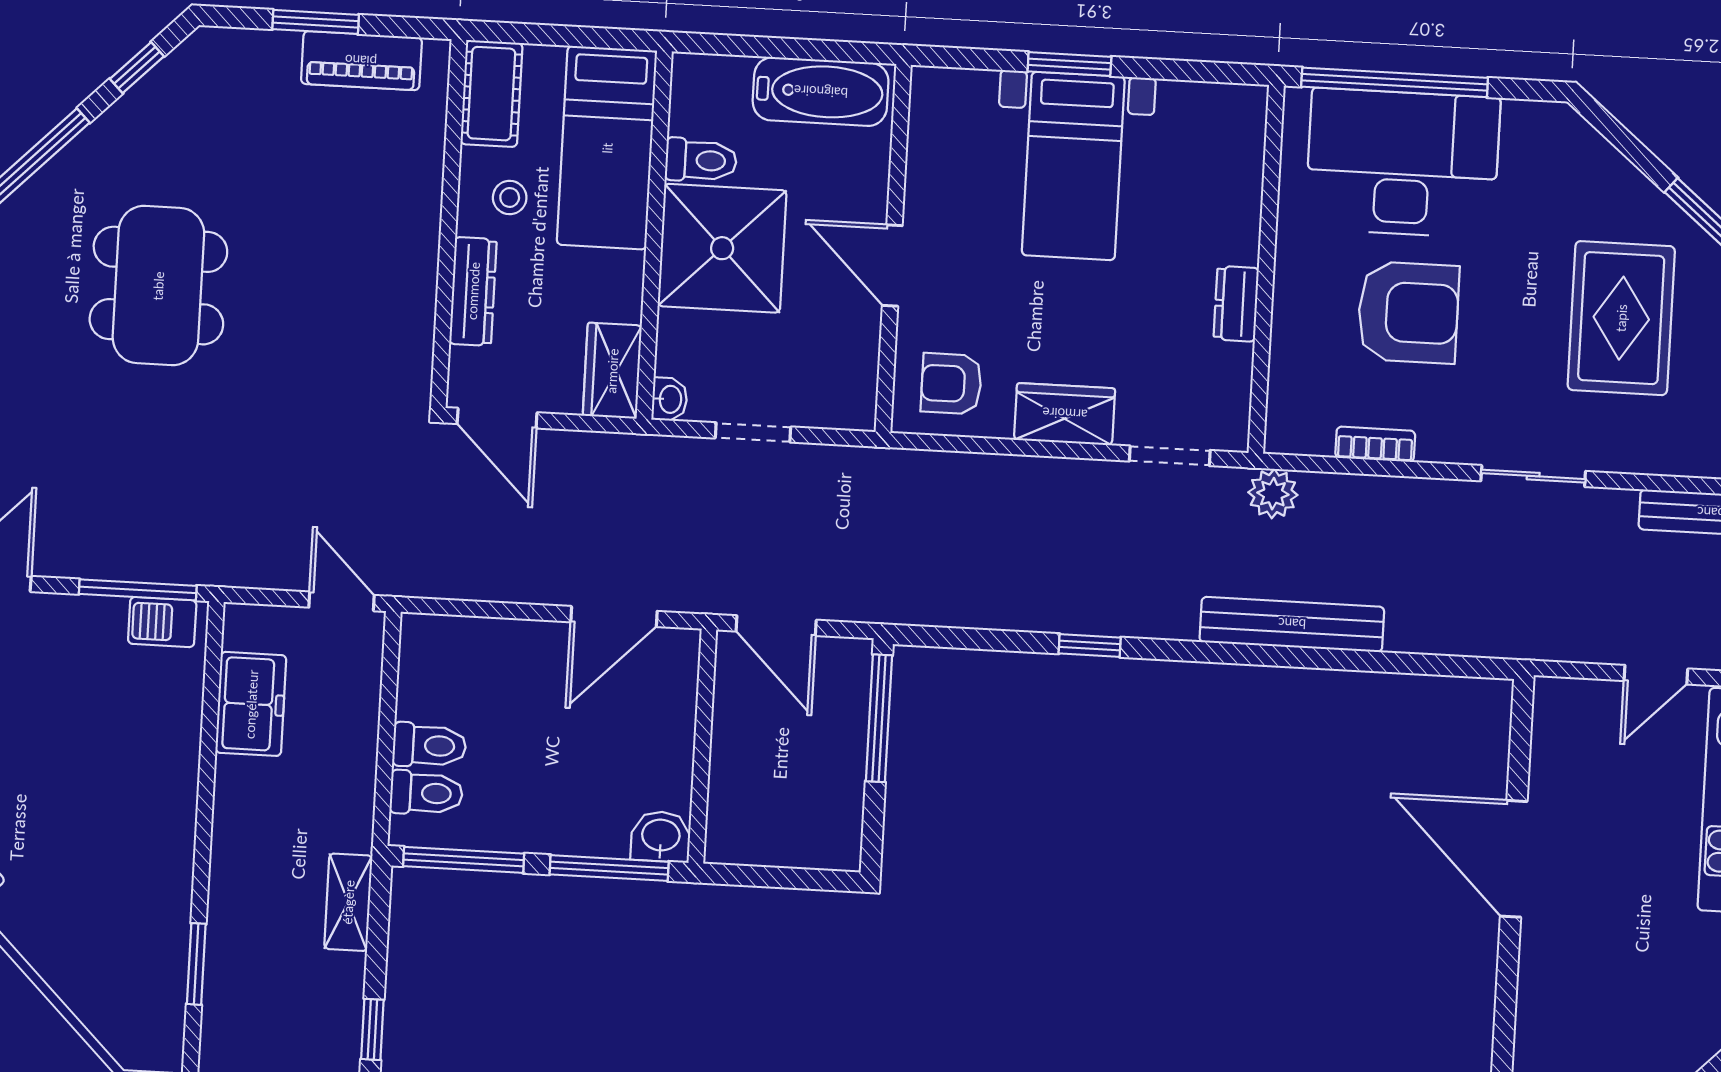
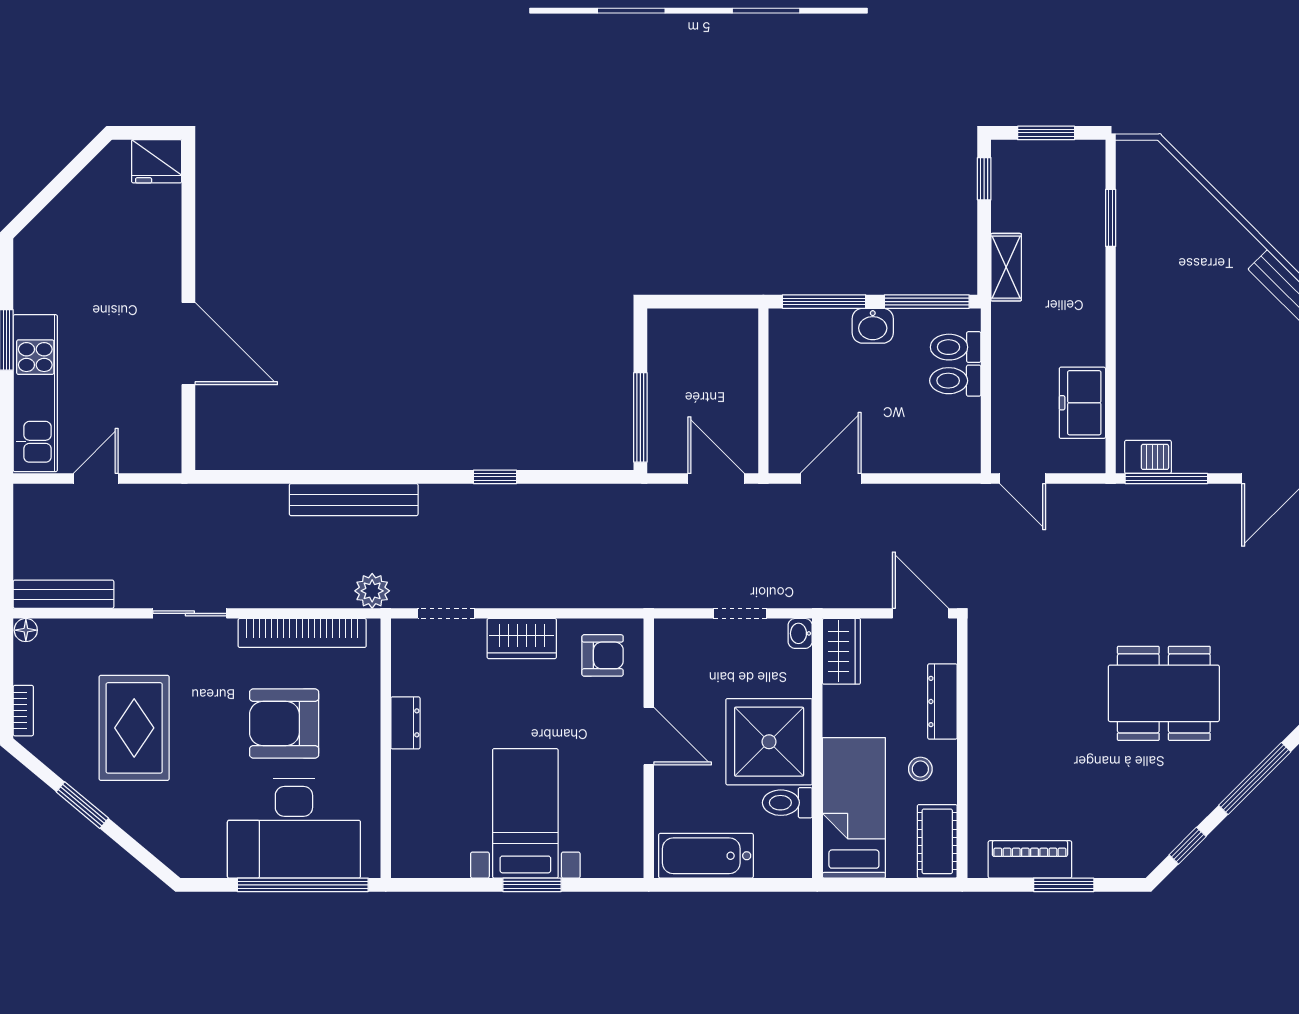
dining table: (158, 286) -> (1164, 693), turned 90
bookcase: (1375, 444) -> (302, 633), width x2.31, depth x1.31
washbasin: (661, 837) -> (873, 326), moved

